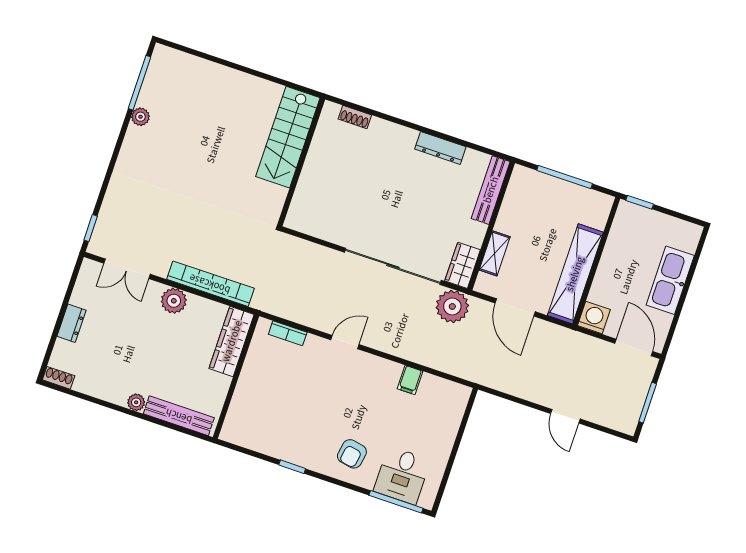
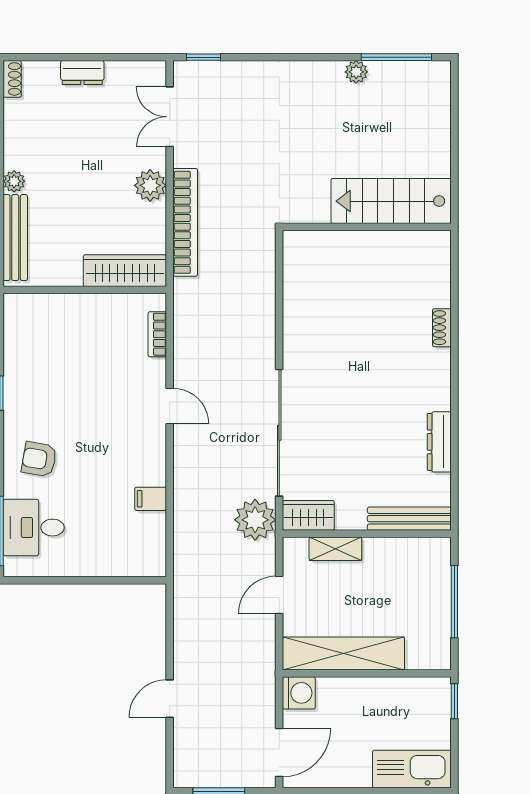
stairs: (288, 137) -> (391, 201), moved
wall: (301, 162) -> (367, 227), moved
kitchen sink: (670, 280) -> (412, 769), moved
door: (515, 307) -> (279, 595), width x0.73

